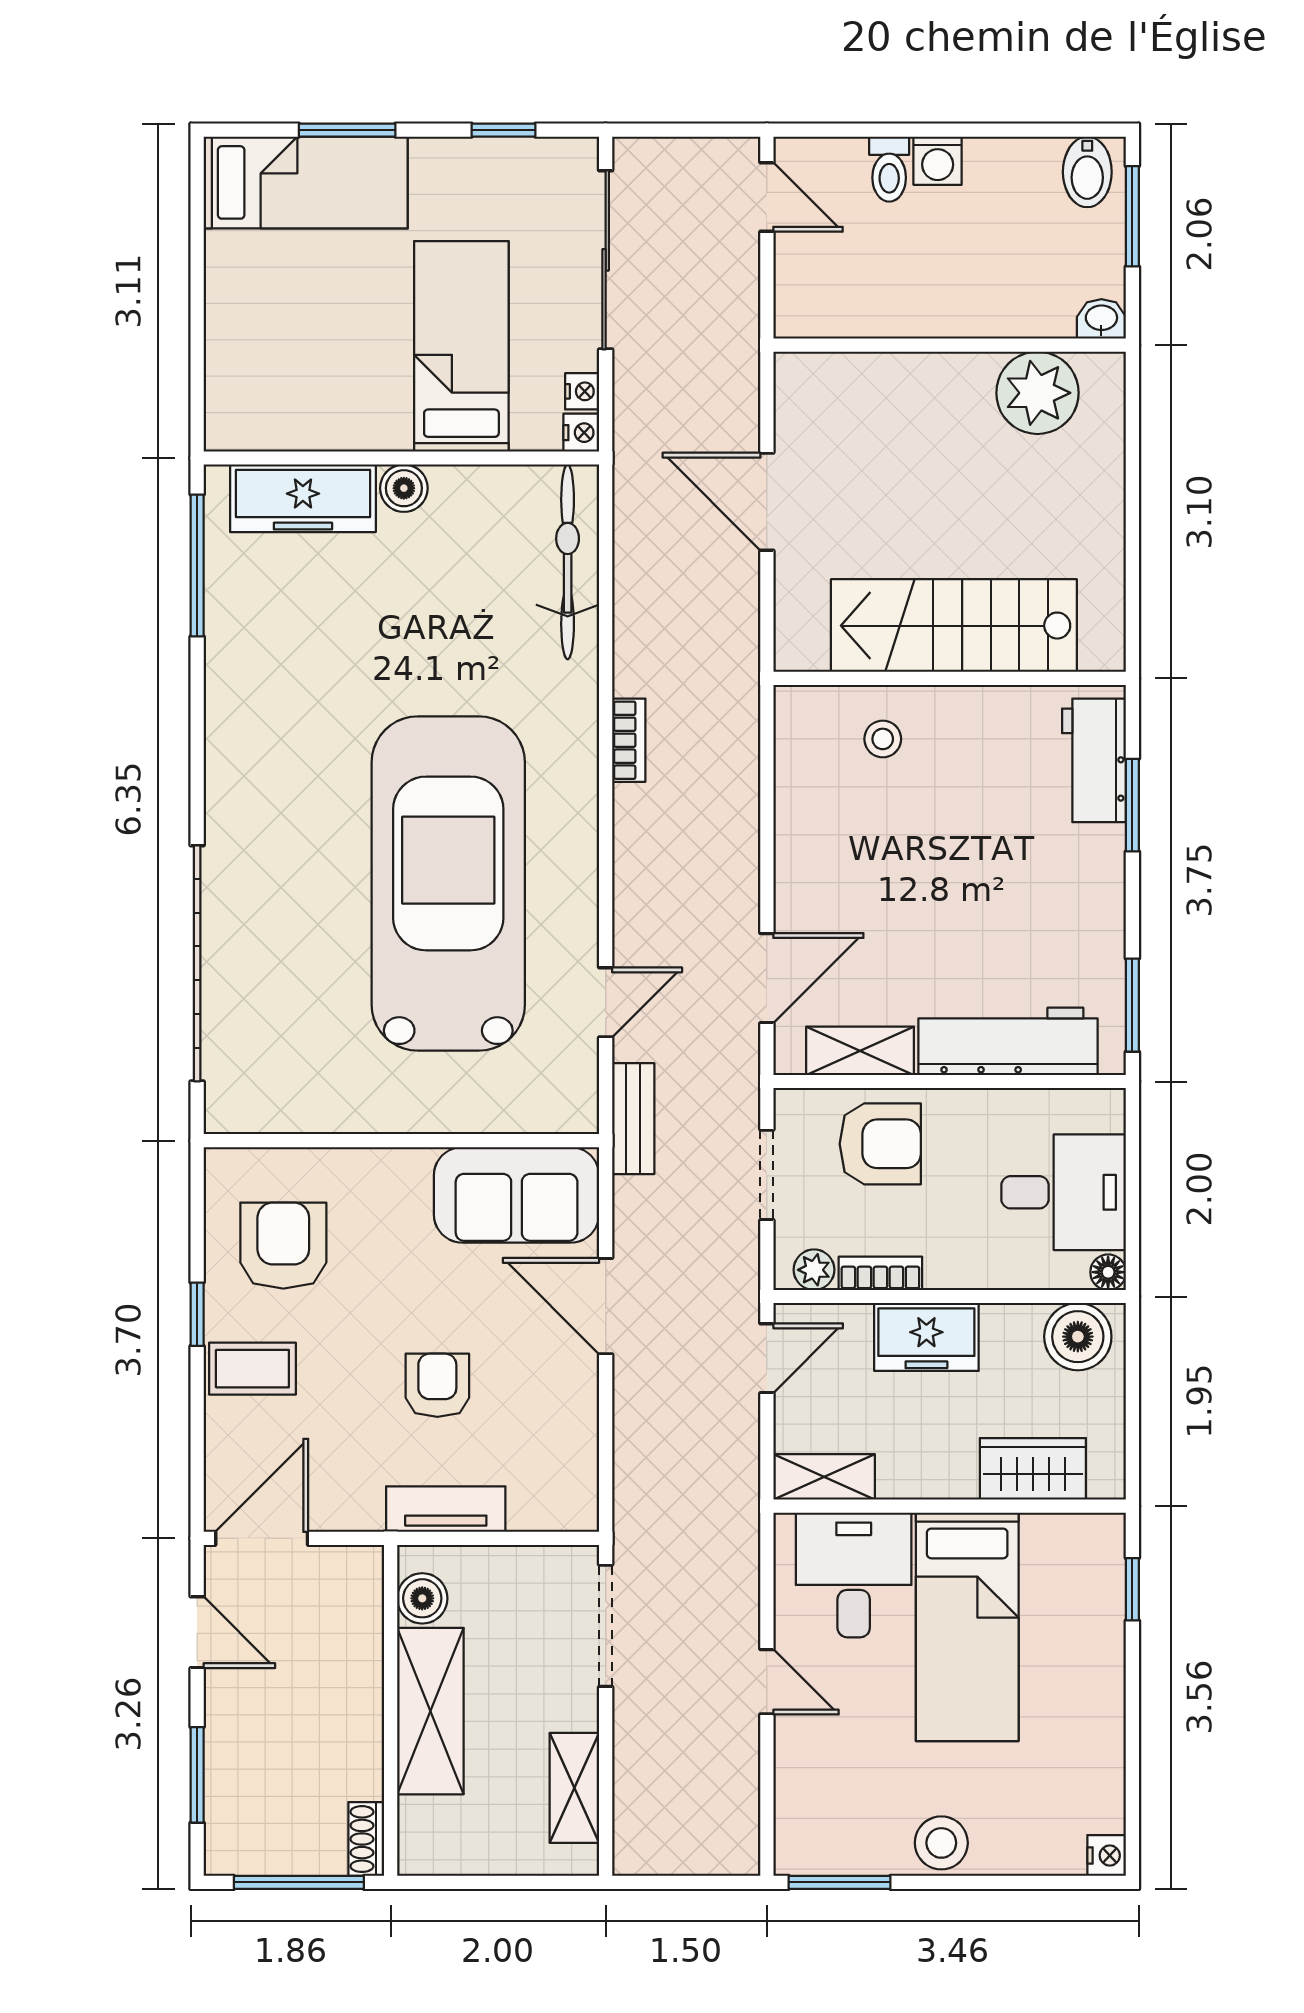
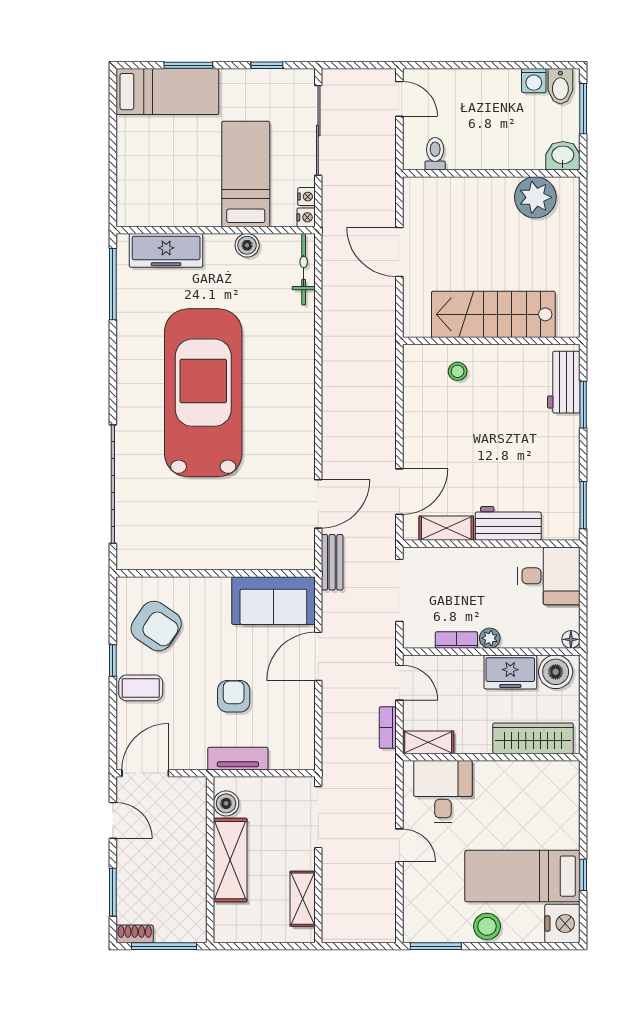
washing machine: (938, 161) -> (534, 81), moved
toilet: (889, 169) -> (435, 154), moved, turned 180
washbasin: (1101, 319) -> (563, 156), width x1.38, depth x1.45
boiler: (404, 488) -> (247, 245), moved
bicycle: (568, 562) -> (304, 269), width x0.73, depth x0.71
bookcase: (629, 740) -> (388, 727), moved, turned 180
car: (448, 884) -> (203, 393), moved
door: (606, 1002) -> (318, 504), width x1.38
workbench: (1008, 1041) -> (508, 523), width x0.73
armchair: (880, 1144) -> (456, 575), removed
doorway: (767, 1175) -> (399, 590), width x1.38
desk: (1064, 1192) -> (548, 576), moved
armchair: (283, 1246) -> (156, 626), turned 124
plant: (814, 1270) -> (490, 638), moved
door: (606, 1306) -> (318, 656), hinge flipped
freezer: (926, 1337) -> (510, 672), moved
door: (767, 1358) -> (399, 683), hinge flipped
wardrobe: (1033, 1469) -> (533, 738), width x1.50
window: (1132, 1589) -> (583, 875), moved
bed: (967, 1627) -> (522, 876), moved, turned 90
shoe rack: (366, 1839) -> (135, 934), moved, turned 90
nightstand: (1107, 1855) -> (562, 924), width x1.89, depth x1.79

